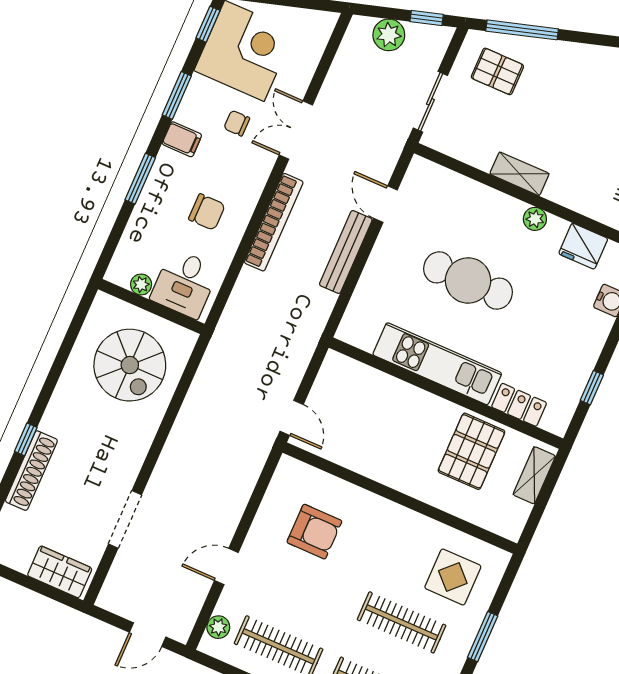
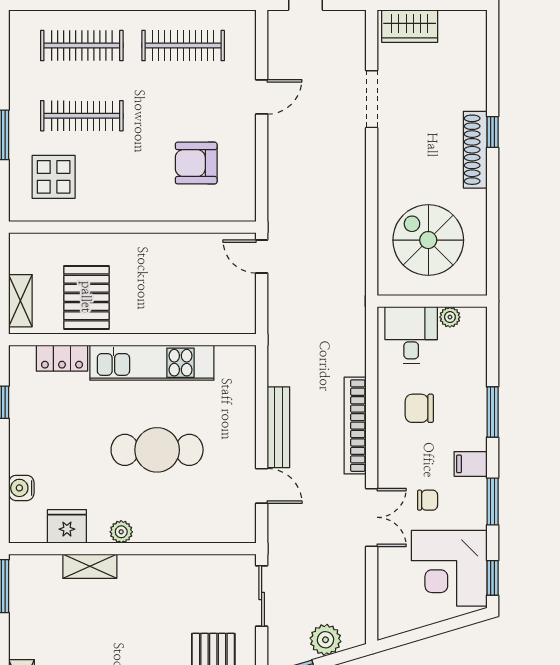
shelving: (519, 174) -> (90, 566), moved
shoe rack: (31, 471) -> (475, 150), moved
plant: (218, 627) -> (245, 39), removed

